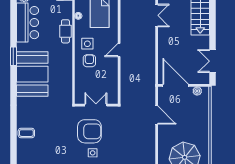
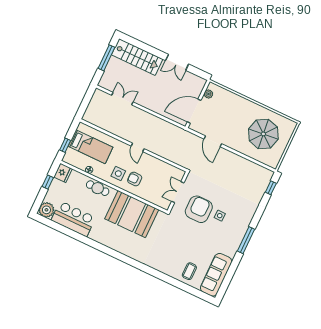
window: (13, 56) -> (98, 246), removed
double door: (212, 61) -> (177, 62), moved
booth: (32, 74) -> (132, 214), moved
door: (157, 115) -> (213, 141), swing flipped
coffee table: (26, 133) -> (189, 271), moved

